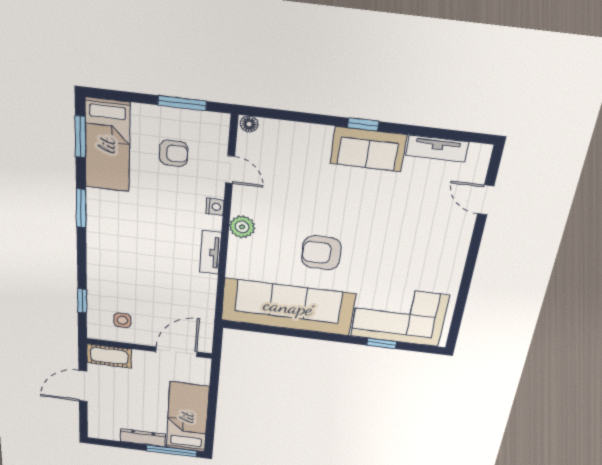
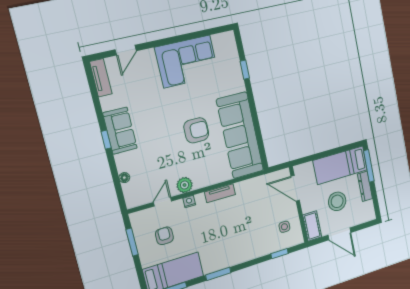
floor lamp: (249, 124) -> (124, 178), moved
tv unit: (437, 149) -> (101, 78), moved
plant: (242, 227) -> (185, 185), moved
armchair: (321, 253) -> (196, 130), turned -90
corner sofa: (399, 316) -> (187, 61), moved, turned -90
stool: (134, 398) -> (337, 201), added

